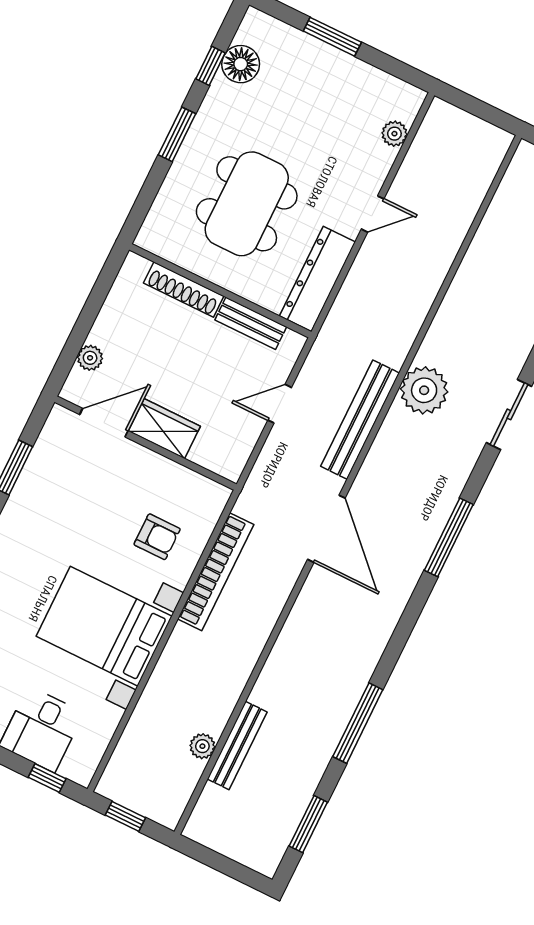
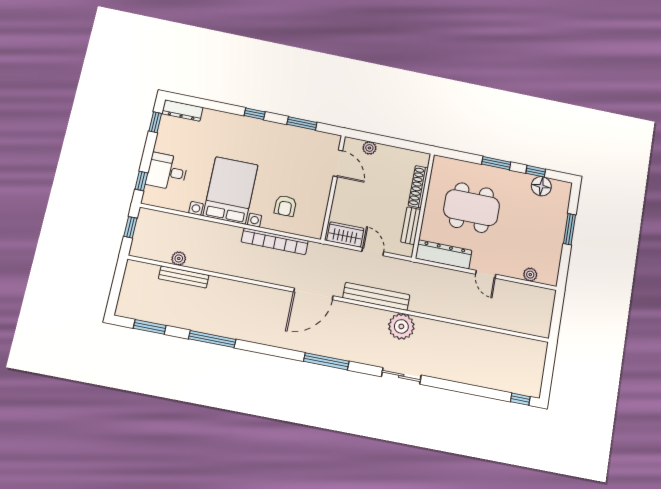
wardrobe: (164, 429) -> (345, 234), moved, turned -90

